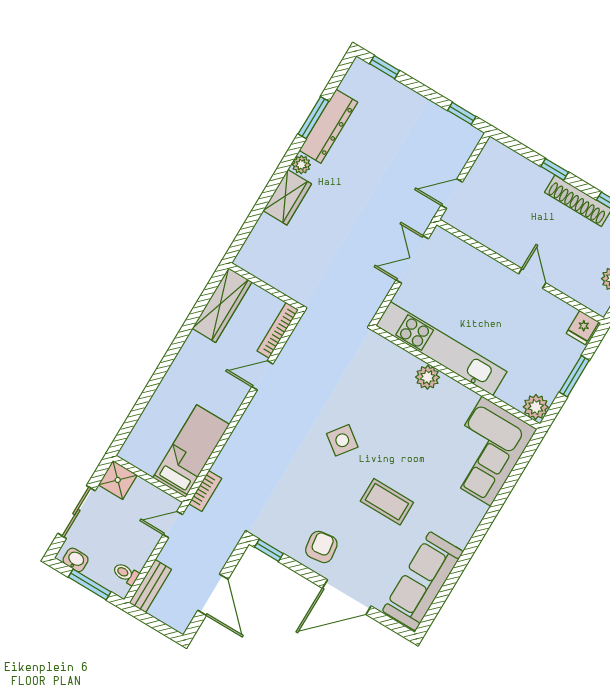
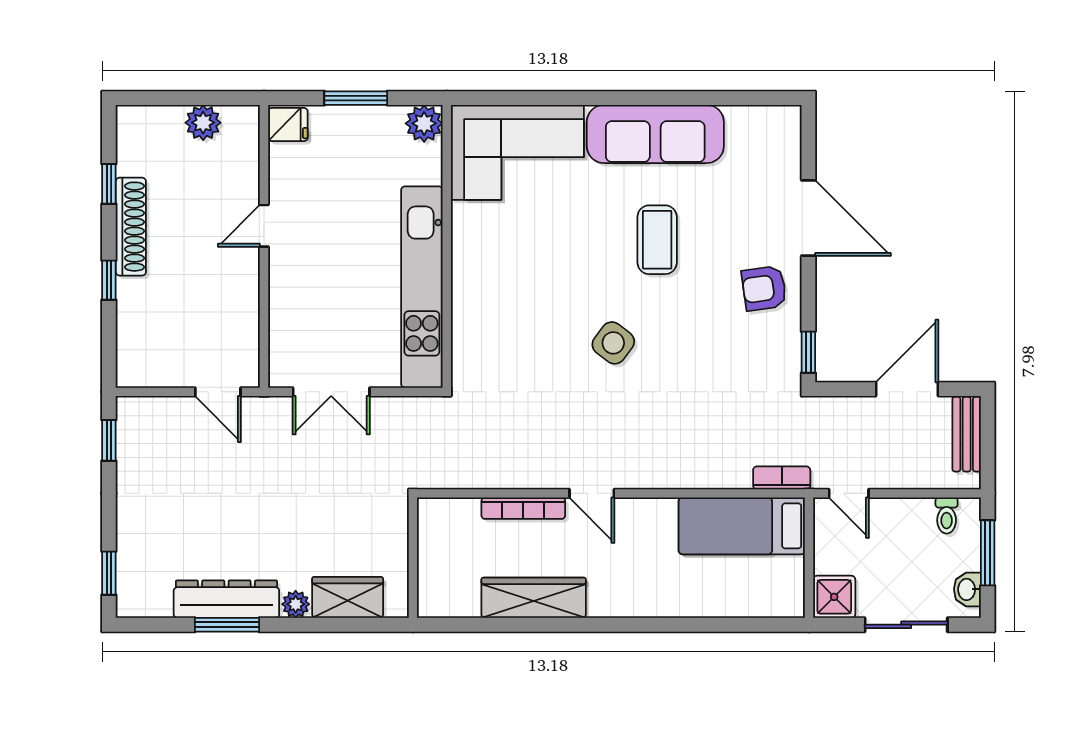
wall: (265, 286) -> (413, 558), moved
plant: (428, 377) -> (469, 283), removed
sofa: (423, 581) -> (655, 134), moved
bench: (150, 586) -> (967, 434), moved, turned 90

